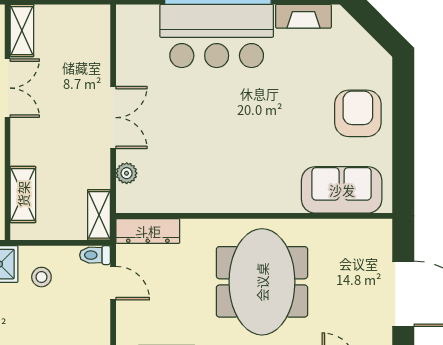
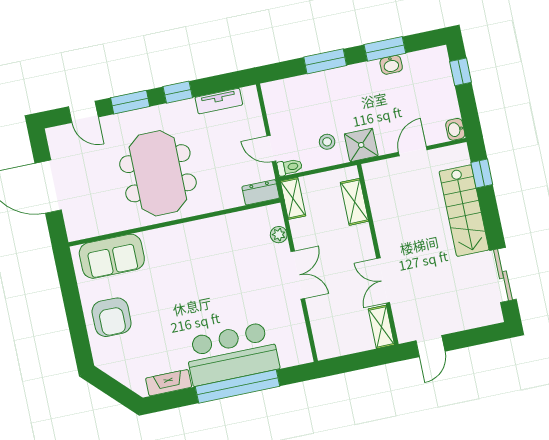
double door: (113, 118) -> (298, 275), swing flipped
dresser: (148, 231) -> (261, 192), width x0.70

